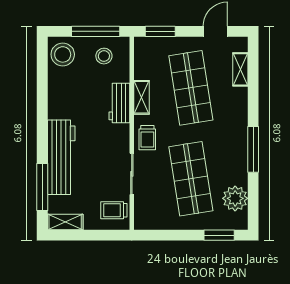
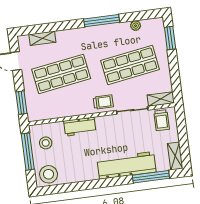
shelving: (142, 97) -> (161, 99), moved
plant: (235, 198) -> (136, 26), width x0.53, depth x0.53

